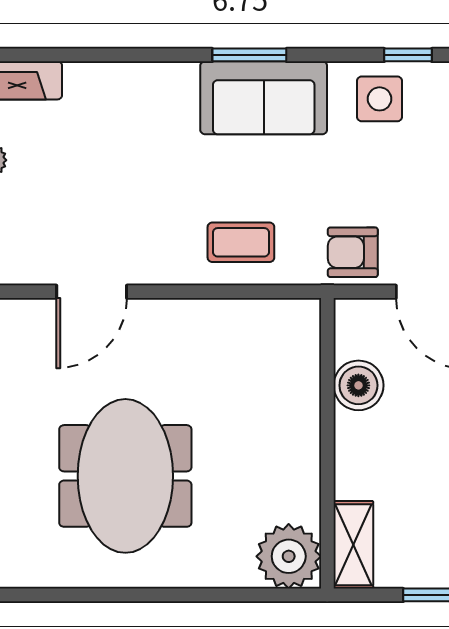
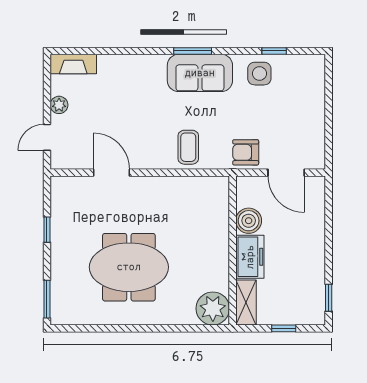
coffee table: (241, 242) -> (188, 147), turned 90
door: (92, 292) -> (112, 173), swing flipped
freezer: (361, 456) -> (250, 257), added
meeting table: (125, 476) -> (129, 267), turned 90

